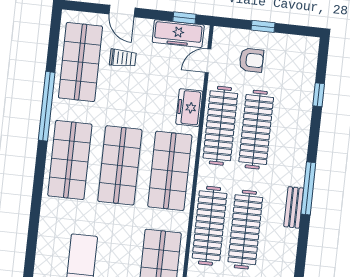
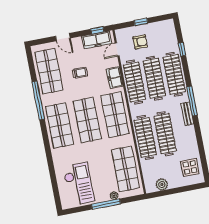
trolley: (123, 58) -> (80, 73), moved
clothes rail: (292, 133) -> (174, 74), added

